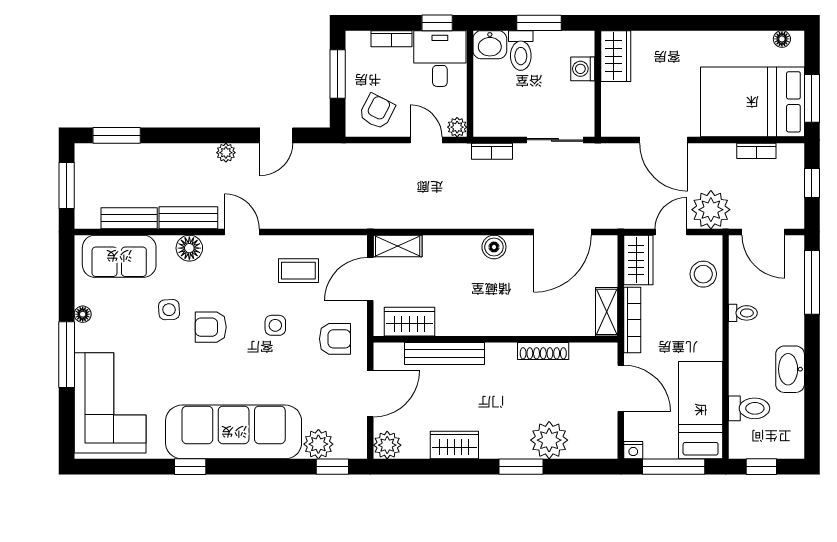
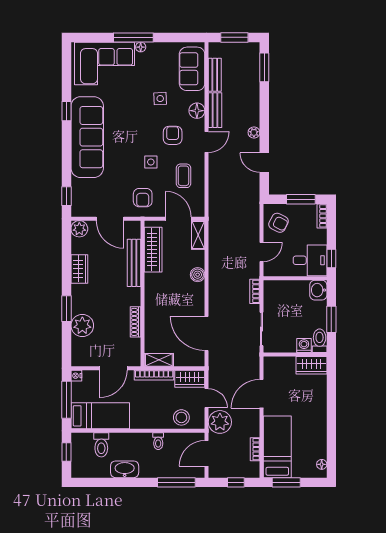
bookcase: (392, 39) -> (322, 216), moved
toilet: (521, 51) -> (320, 341), moved, turned 90
bed: (752, 102) -> (277, 447), width x0.67
plant: (457, 127) -> (269, 271), removed
boiler: (494, 247) -> (198, 275), moved
floor lamp: (83, 314) -> (141, 47), moved
wardrobe: (409, 322) -> (153, 250), width x1.50
armchair: (211, 327) -> (173, 135), moved
plant: (318, 444) -> (80, 188), removed

